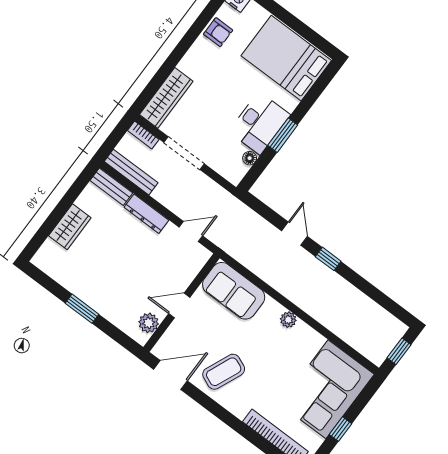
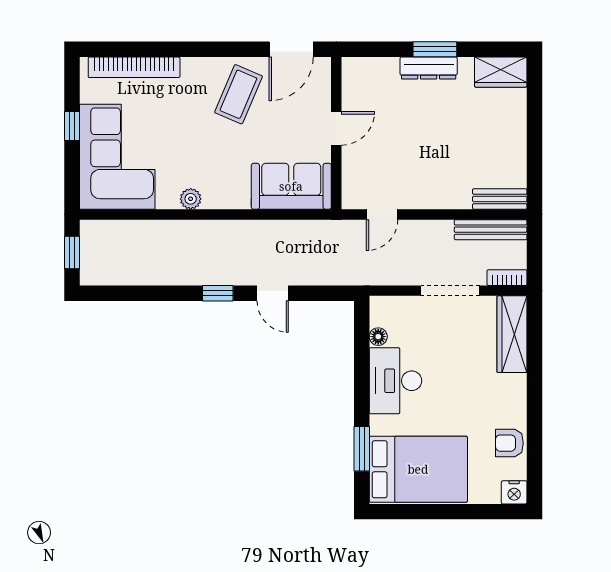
window: (283, 135) -> (362, 449), moved
dresser: (146, 214) -> (429, 68), moved, turned 180
wardrobe: (70, 227) -> (501, 72), moved, turned -90
plant: (288, 320) -> (191, 199), moved
plant: (149, 323) -> (355, 86), removed

